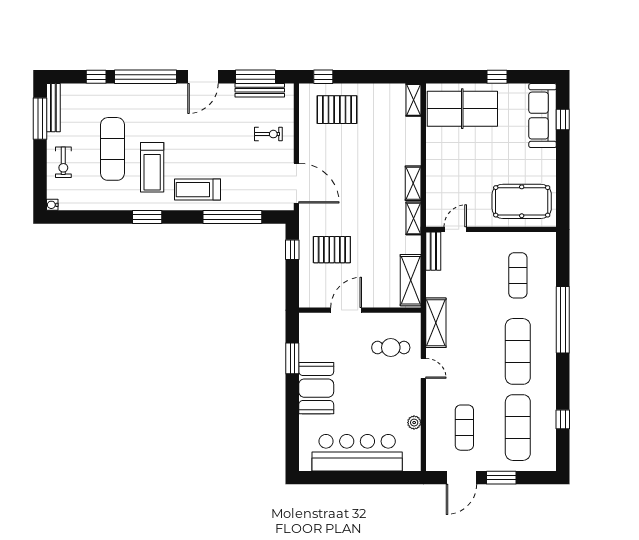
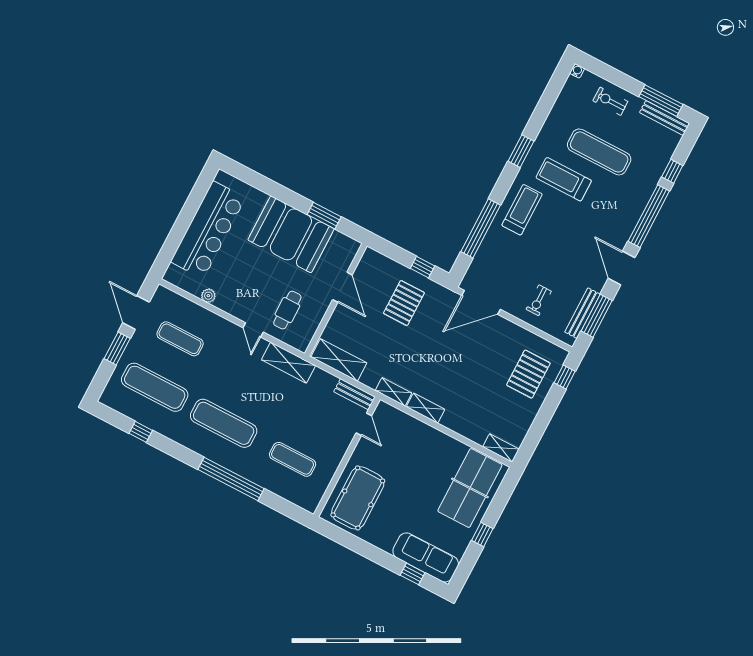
door: (423, 368) -> (253, 330), hinge flipped
booth: (316, 388) -> (291, 234), width x1.36, depth x1.42

